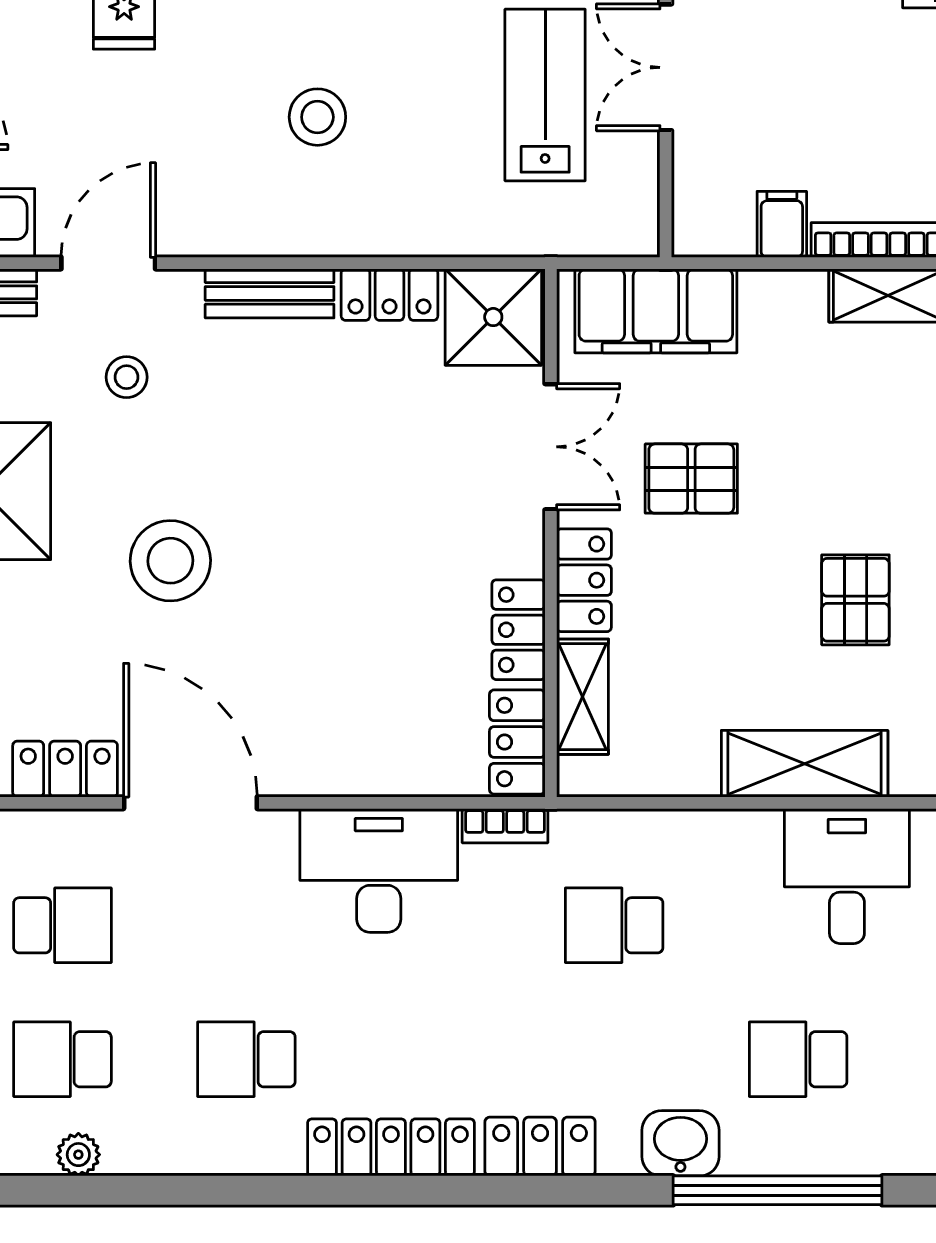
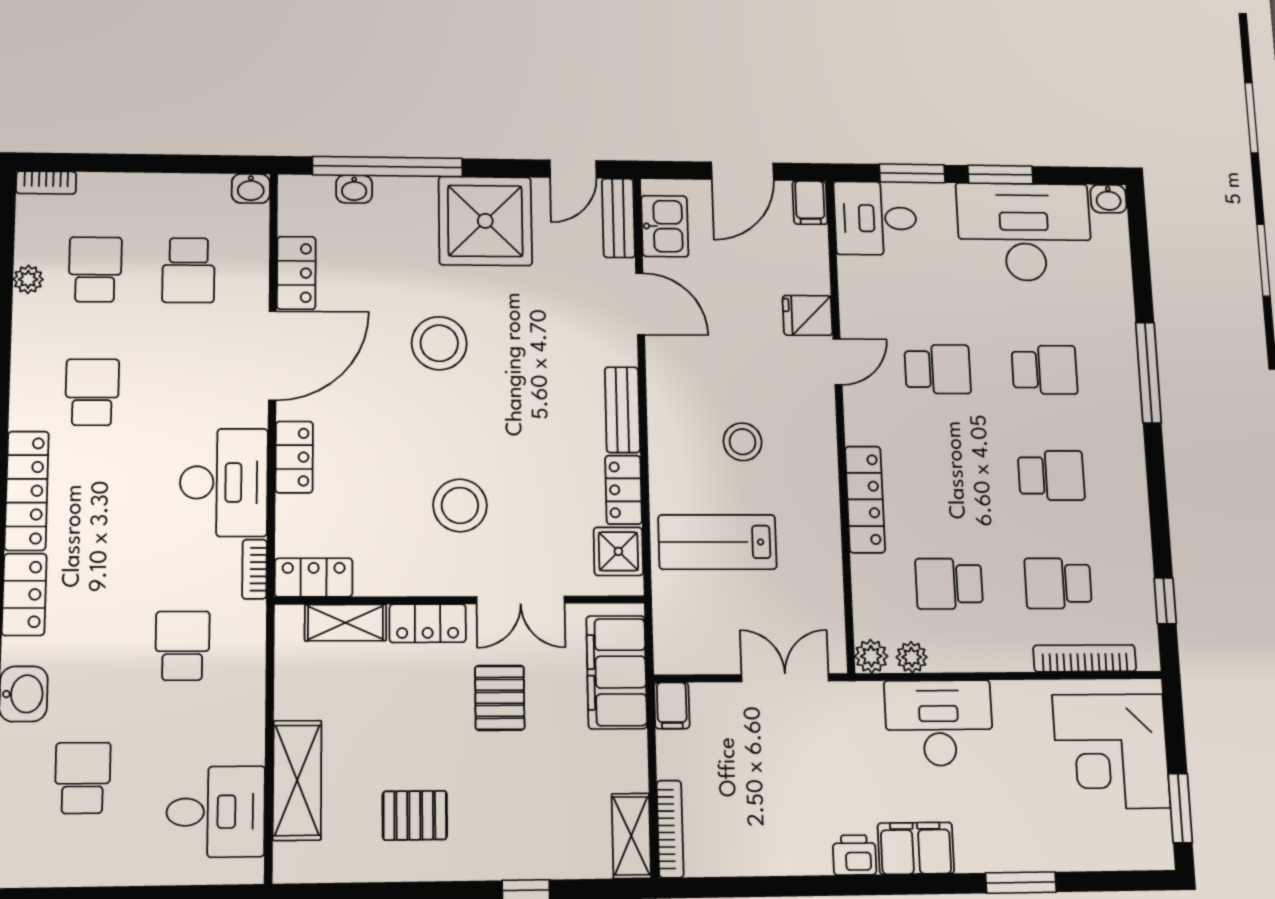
lab bench: (545, 95) -> (717, 542), moved, turned 180
filing cabinet: (782, 224) -> (672, 706), moved, turned 90
shower: (493, 317) -> (618, 551), width x0.73, depth x0.73
stool: (127, 377) -> (460, 505), moved, width x1.89, depth x1.89
locker: (518, 630) -> (294, 457), moved, turned 90

